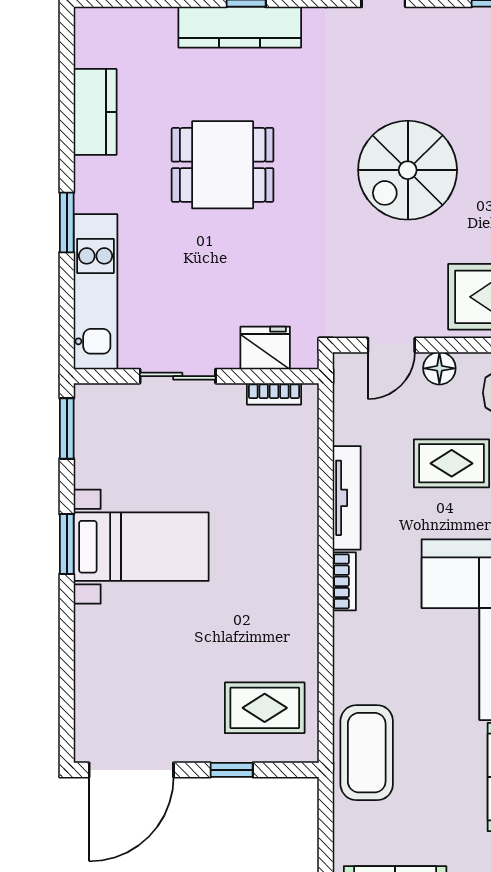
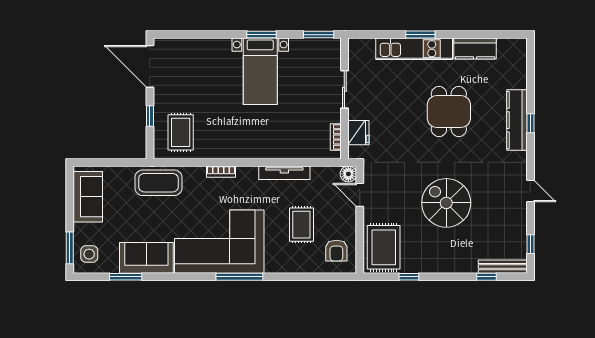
kitchen unit: (95, 292) -> (414, 49), moved
floor lamp: (439, 368) -> (348, 174), moved
bookcase: (344, 581) -> (221, 172), moved

